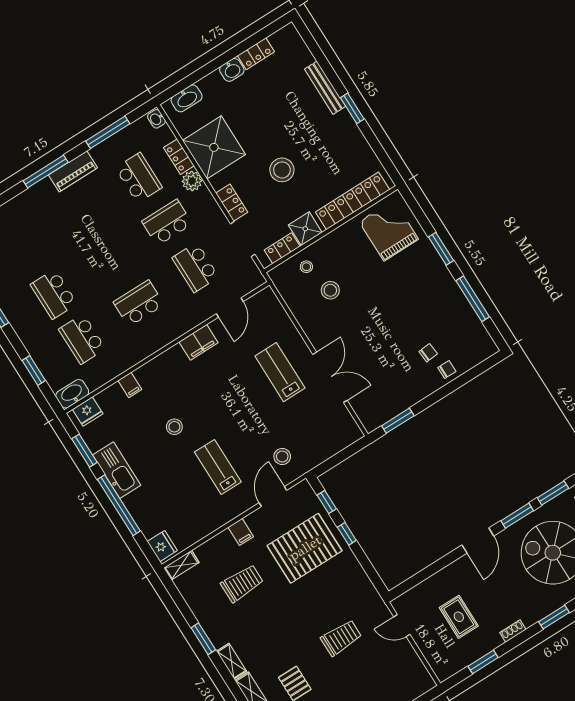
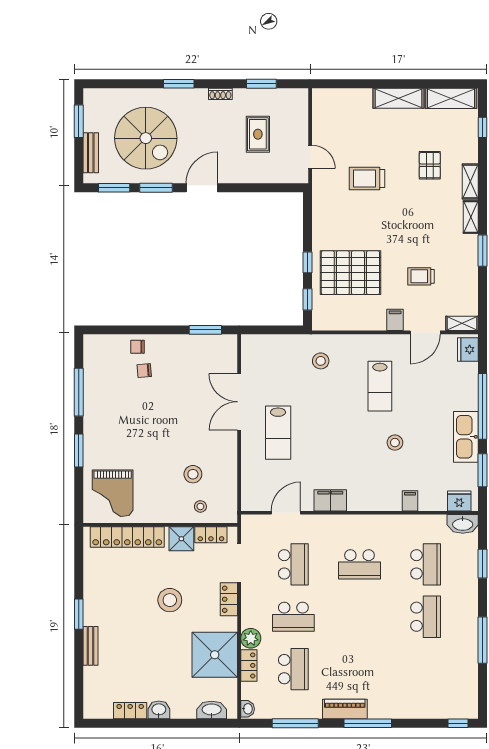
bench: (325, 88) -> (90, 646), width x0.73
school desk: (139, 178) -> (293, 669), turned 180
door: (273, 497) -> (425, 332), moved
trolley: (242, 583) -> (421, 276), width x0.73, depth x0.72

